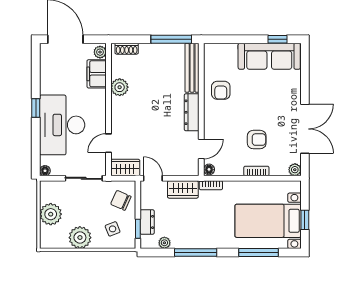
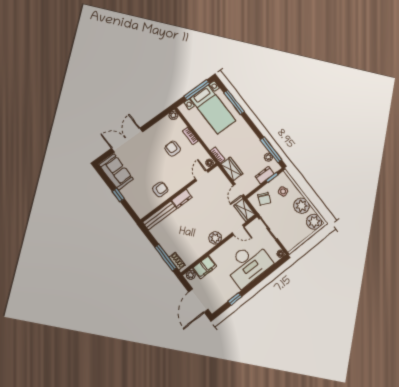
window: (171, 39) -> (166, 257), moved
window: (277, 39) -> (118, 195), moved
sofa: (269, 56) -> (116, 172), width x0.73
plant: (120, 87) -> (215, 238), moved
window: (36, 108) -> (235, 299), moved
dresser: (192, 112) -> (182, 199), width x0.70
double door: (305, 129) -> (127, 140), moved
door: (201, 149) -> (202, 176), hinge flipped
plant: (51, 214) -> (314, 222), moved
window: (305, 220) -> (197, 90), width x2.17
window: (196, 253) -> (271, 150), moved

